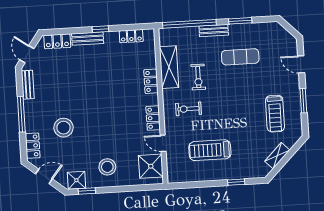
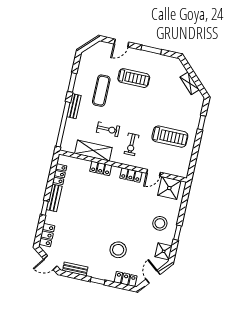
window: (100, 29) -> (45, 208), moved
bench: (88, 39) -> (54, 198), moved
window: (21, 114) -> (98, 281), width x0.46
treadmill: (275, 114) -> (134, 78), moved
treadmill: (210, 150) -> (170, 137), turned -90
window: (87, 191) -> (177, 233), moved

